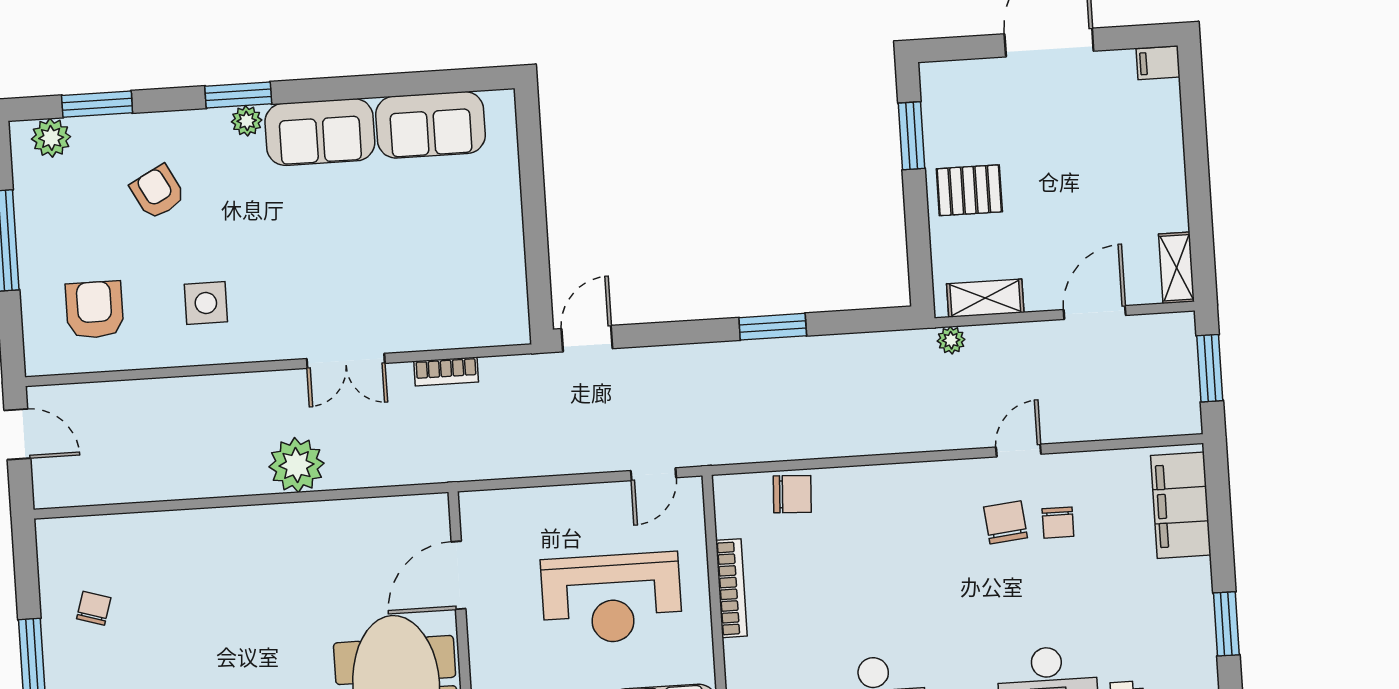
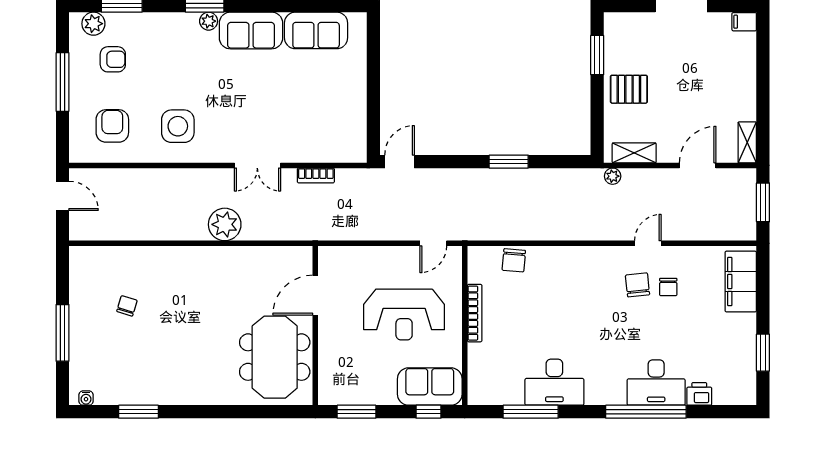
armchair: (158, 192) -> (113, 59), moved, turned 118
side table: (206, 303) -> (178, 126), width x1.37, depth x1.37
chair: (792, 494) -> (514, 260), turned 92
chair: (94, 608) -> (127, 306), moved

